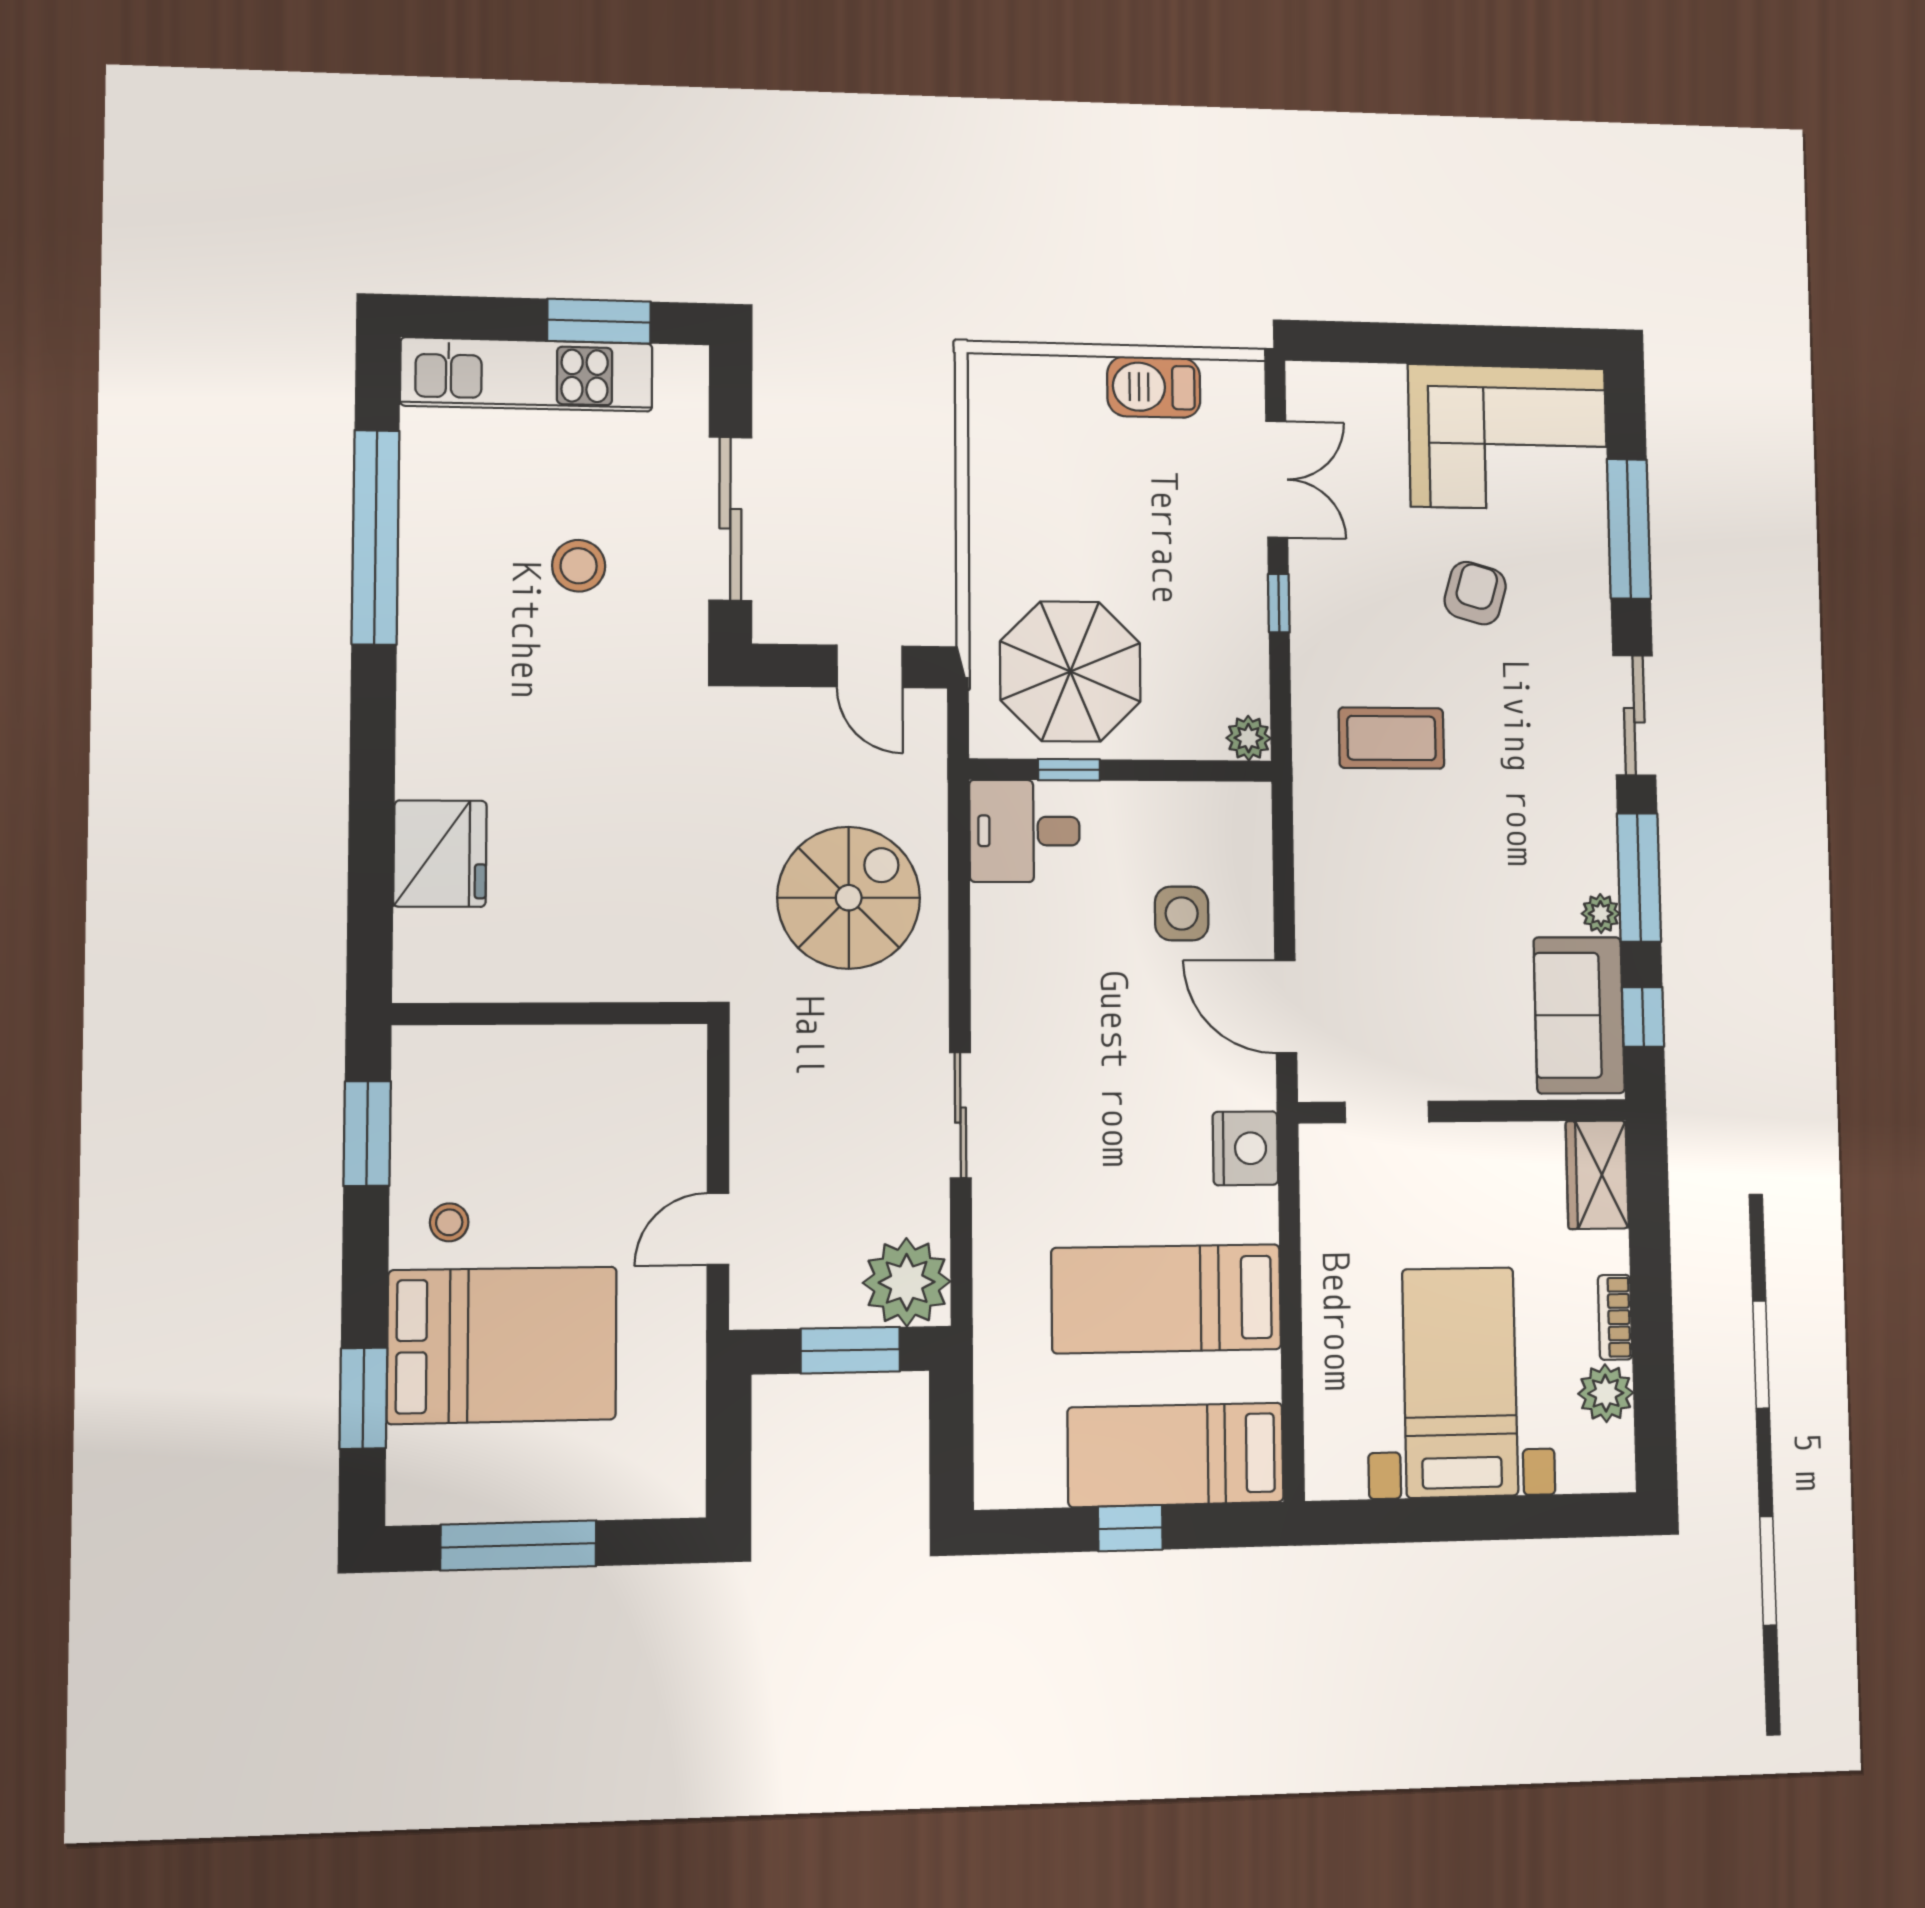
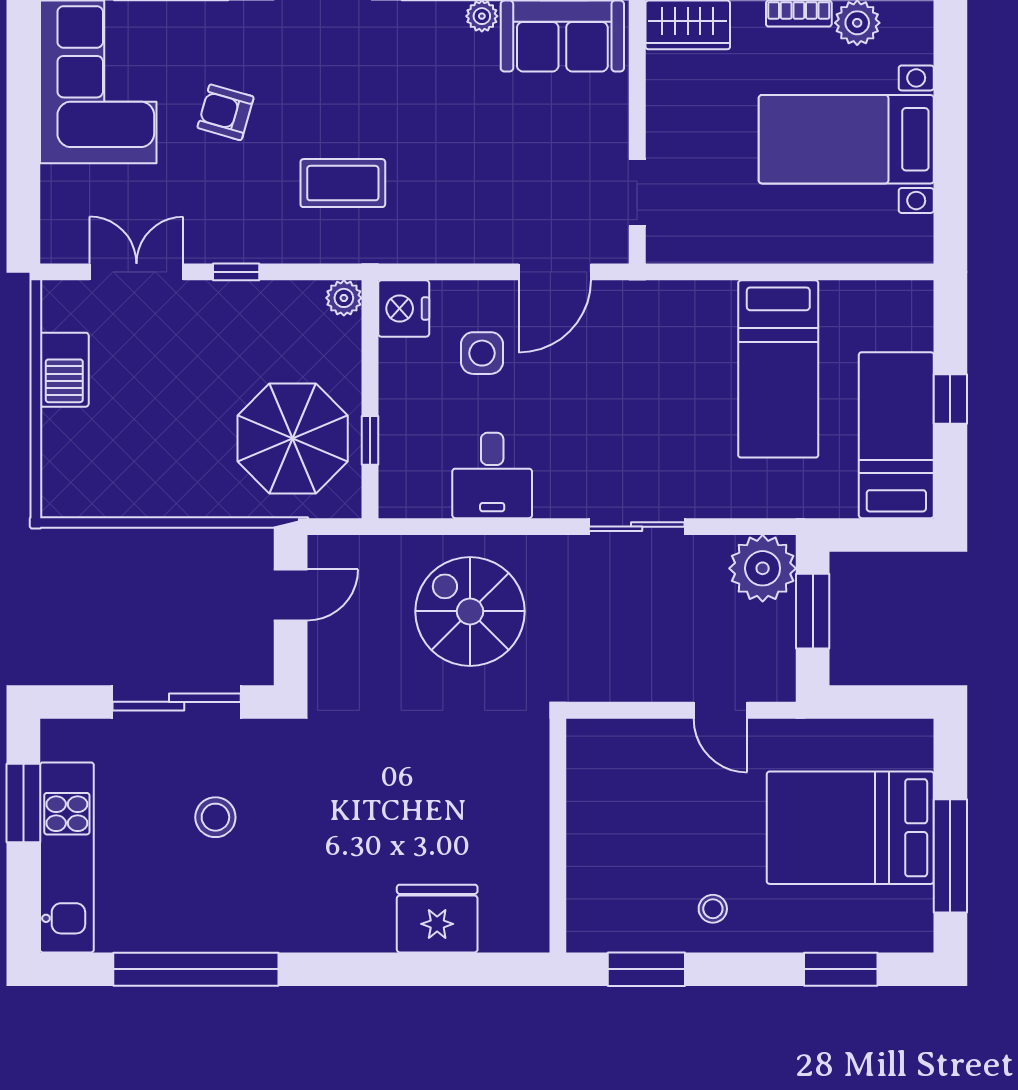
coffee table: (1391, 738) -> (343, 183), turned 90
desk: (1025, 831) -> (492, 475), moved
nightstand: (1245, 1148) -> (404, 308), moved, turned -90
bed: (502, 1345) -> (850, 828), moved, turned -90
bed: (1176, 1455) -> (896, 435), moved, turned 180

